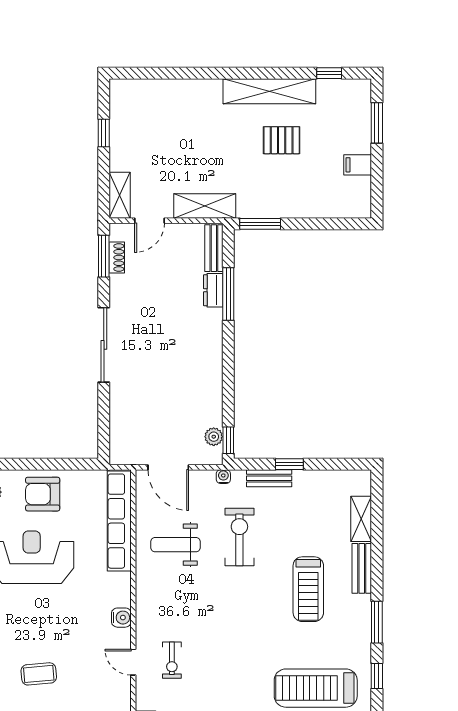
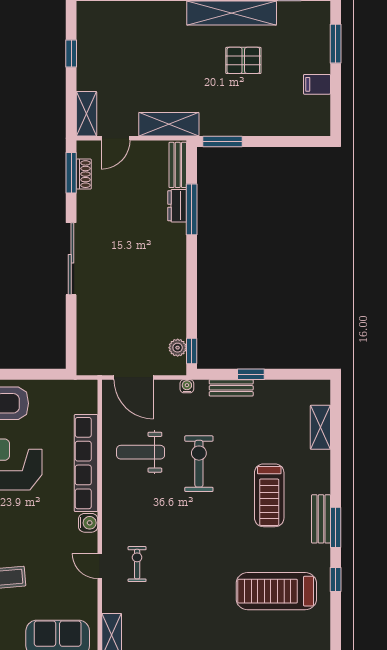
row of seats: (119, 521) -> (86, 463), moved
exercise bike: (239, 537) -> (199, 464), moved
bench: (362, 568) -> (321, 519), moved
exercise bike: (172, 660) -> (137, 564), turned 180

